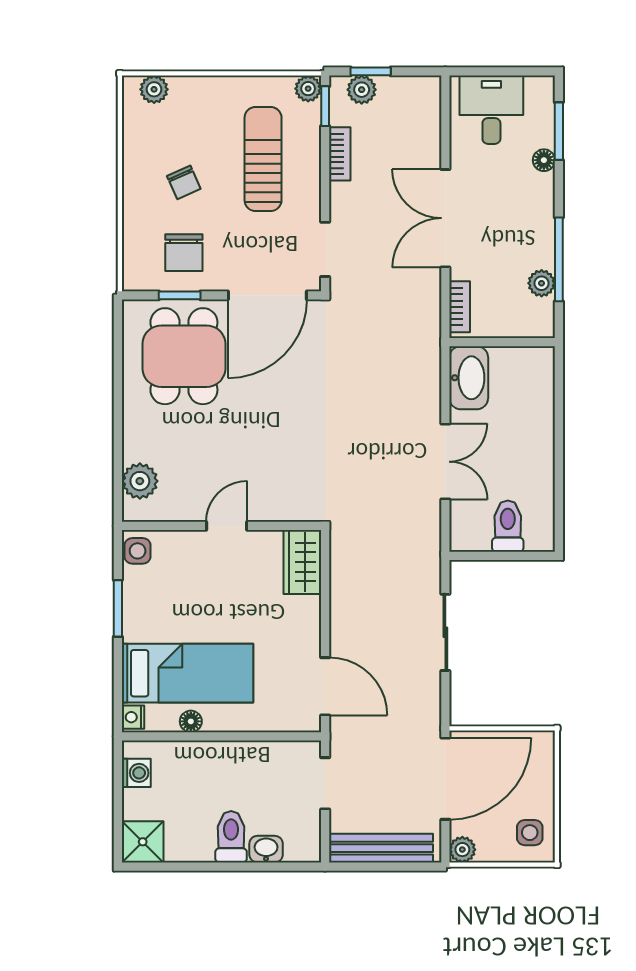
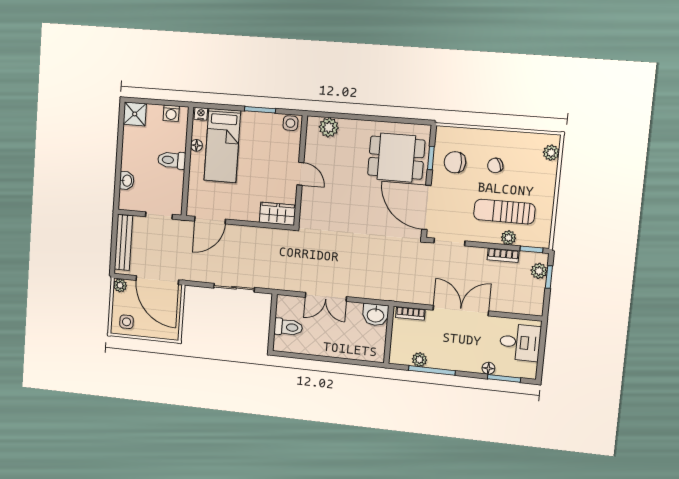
plant: (308, 89) -> (508, 238), moved
sun lounger: (263, 159) -> (504, 212), turned 180
washbasin: (469, 378) -> (375, 315), width x0.72
toilet: (231, 837) -> (172, 160), moved, turned 180

